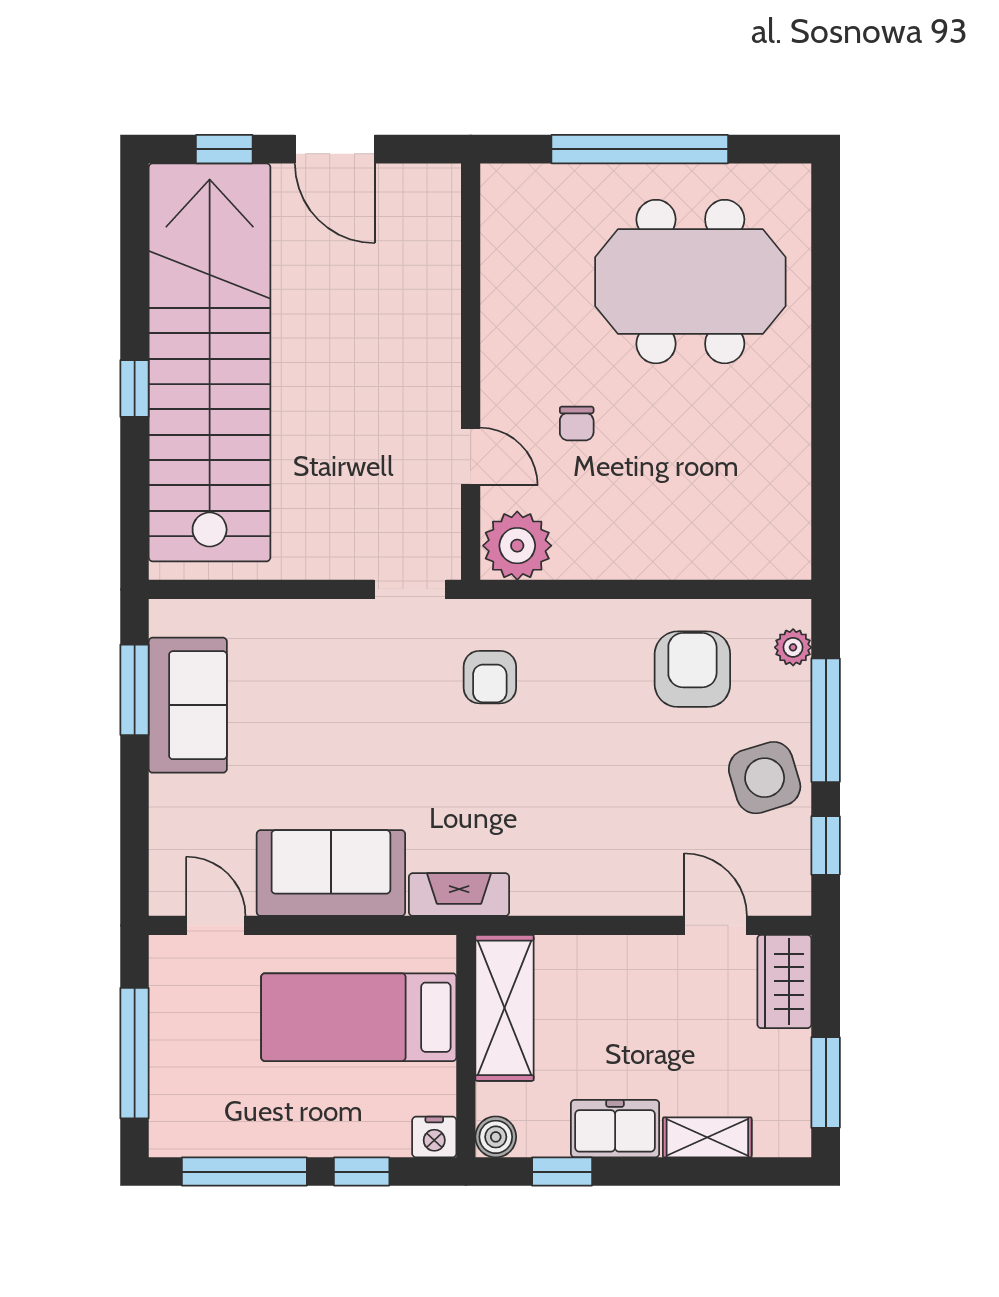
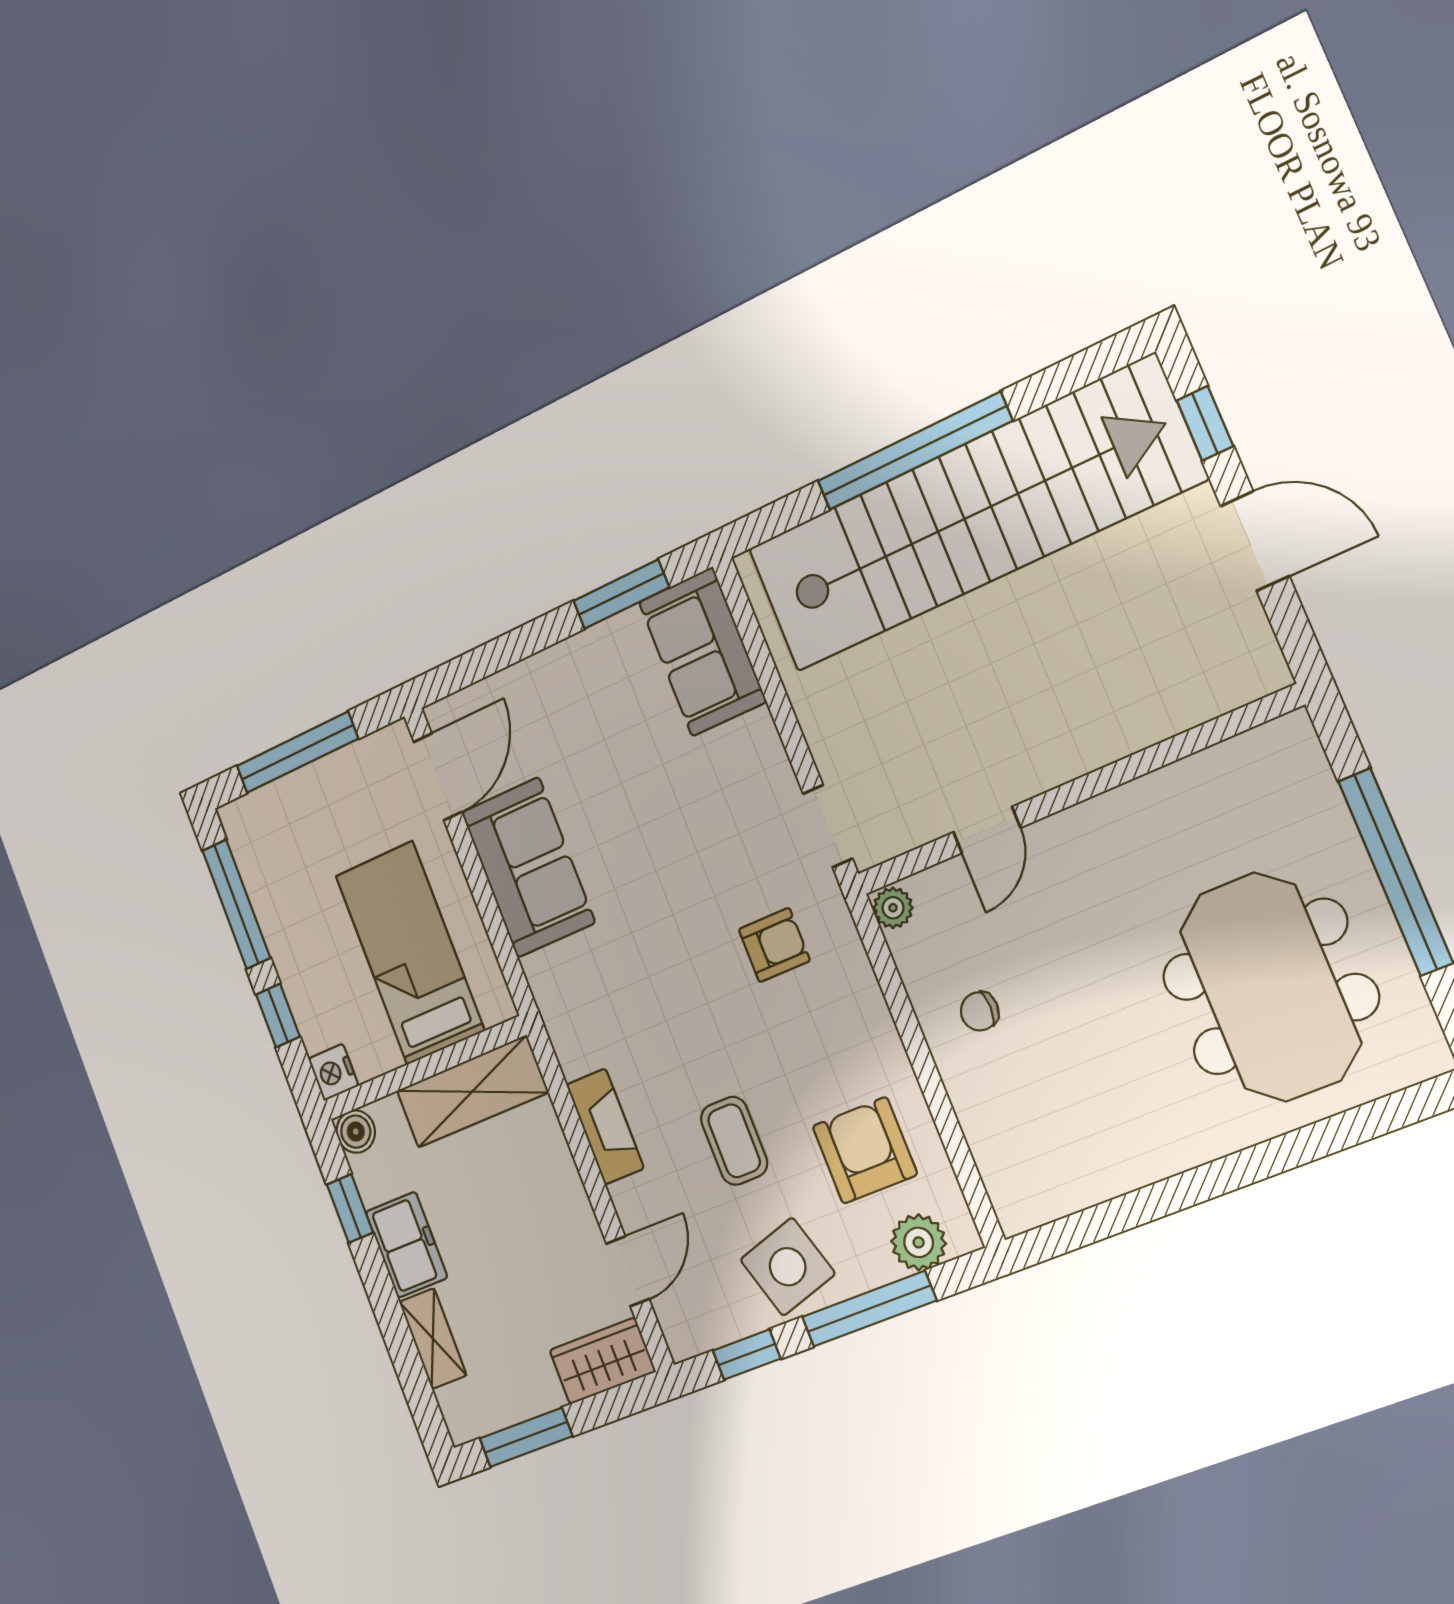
door: (335, 149) -> (1255, 541), swing flipped
window: (135, 388) -> (914, 451), width x3.17
chair: (577, 424) -> (980, 1011), moved
plant: (517, 546) -> (893, 908), width x0.53, depth x0.53
plant: (793, 647) -> (919, 1242), width x1.38, depth x1.38
armchair: (692, 669) -> (865, 1150), turned -90
armchair: (490, 677) -> (774, 945), turned 180
sofa: (188, 705) -> (702, 652), moved, turned 90
coffee table: (641, 782) -> (734, 1141), added
fireplace: (459, 895) -> (605, 1126), moved
door: (216, 925) -> (438, 777), width x1.38

